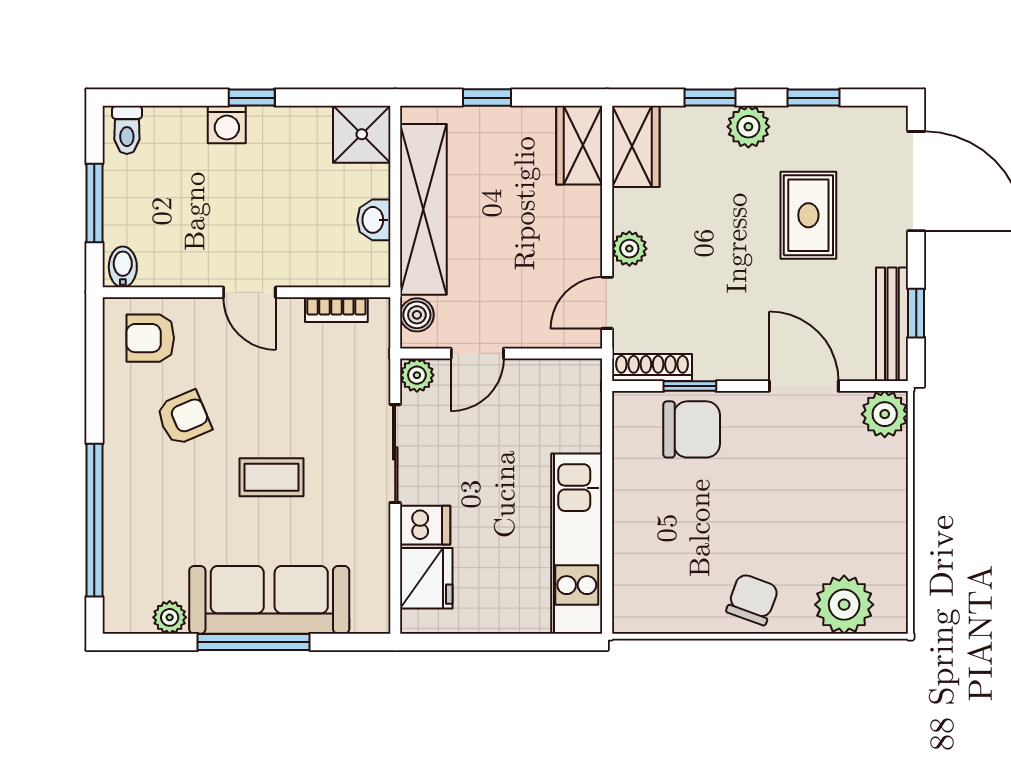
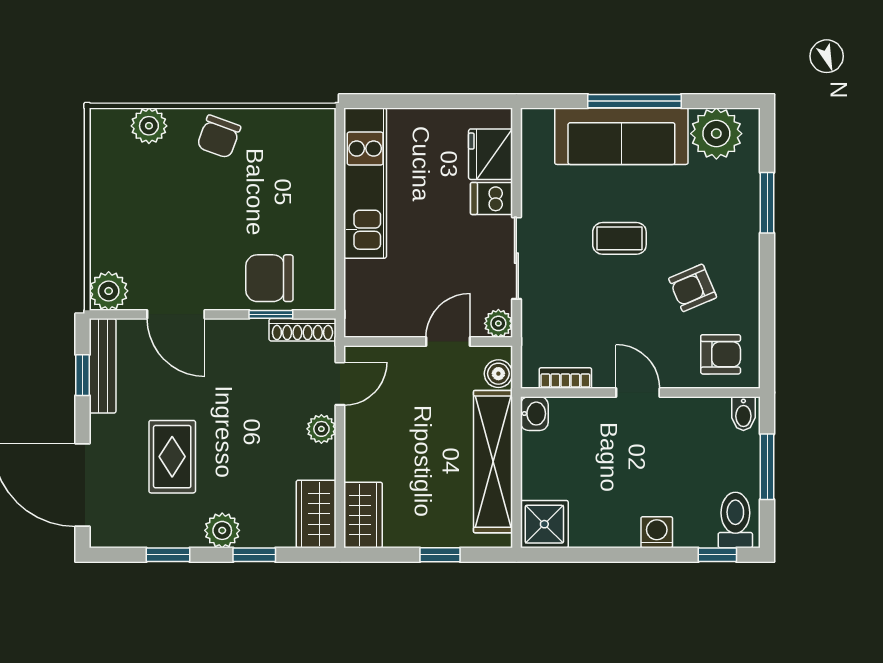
window: (252, 98) -> (717, 555), moved
toilet: (127, 130) -> (735, 520), width x1.37, depth x1.39
washbasin: (374, 220) -> (534, 414), moved
window: (94, 520) -> (767, 203), width x0.47
plant: (844, 605) -> (149, 126), width x0.73, depth x0.73
plant: (170, 617) -> (716, 134), width x1.88, depth x1.88

